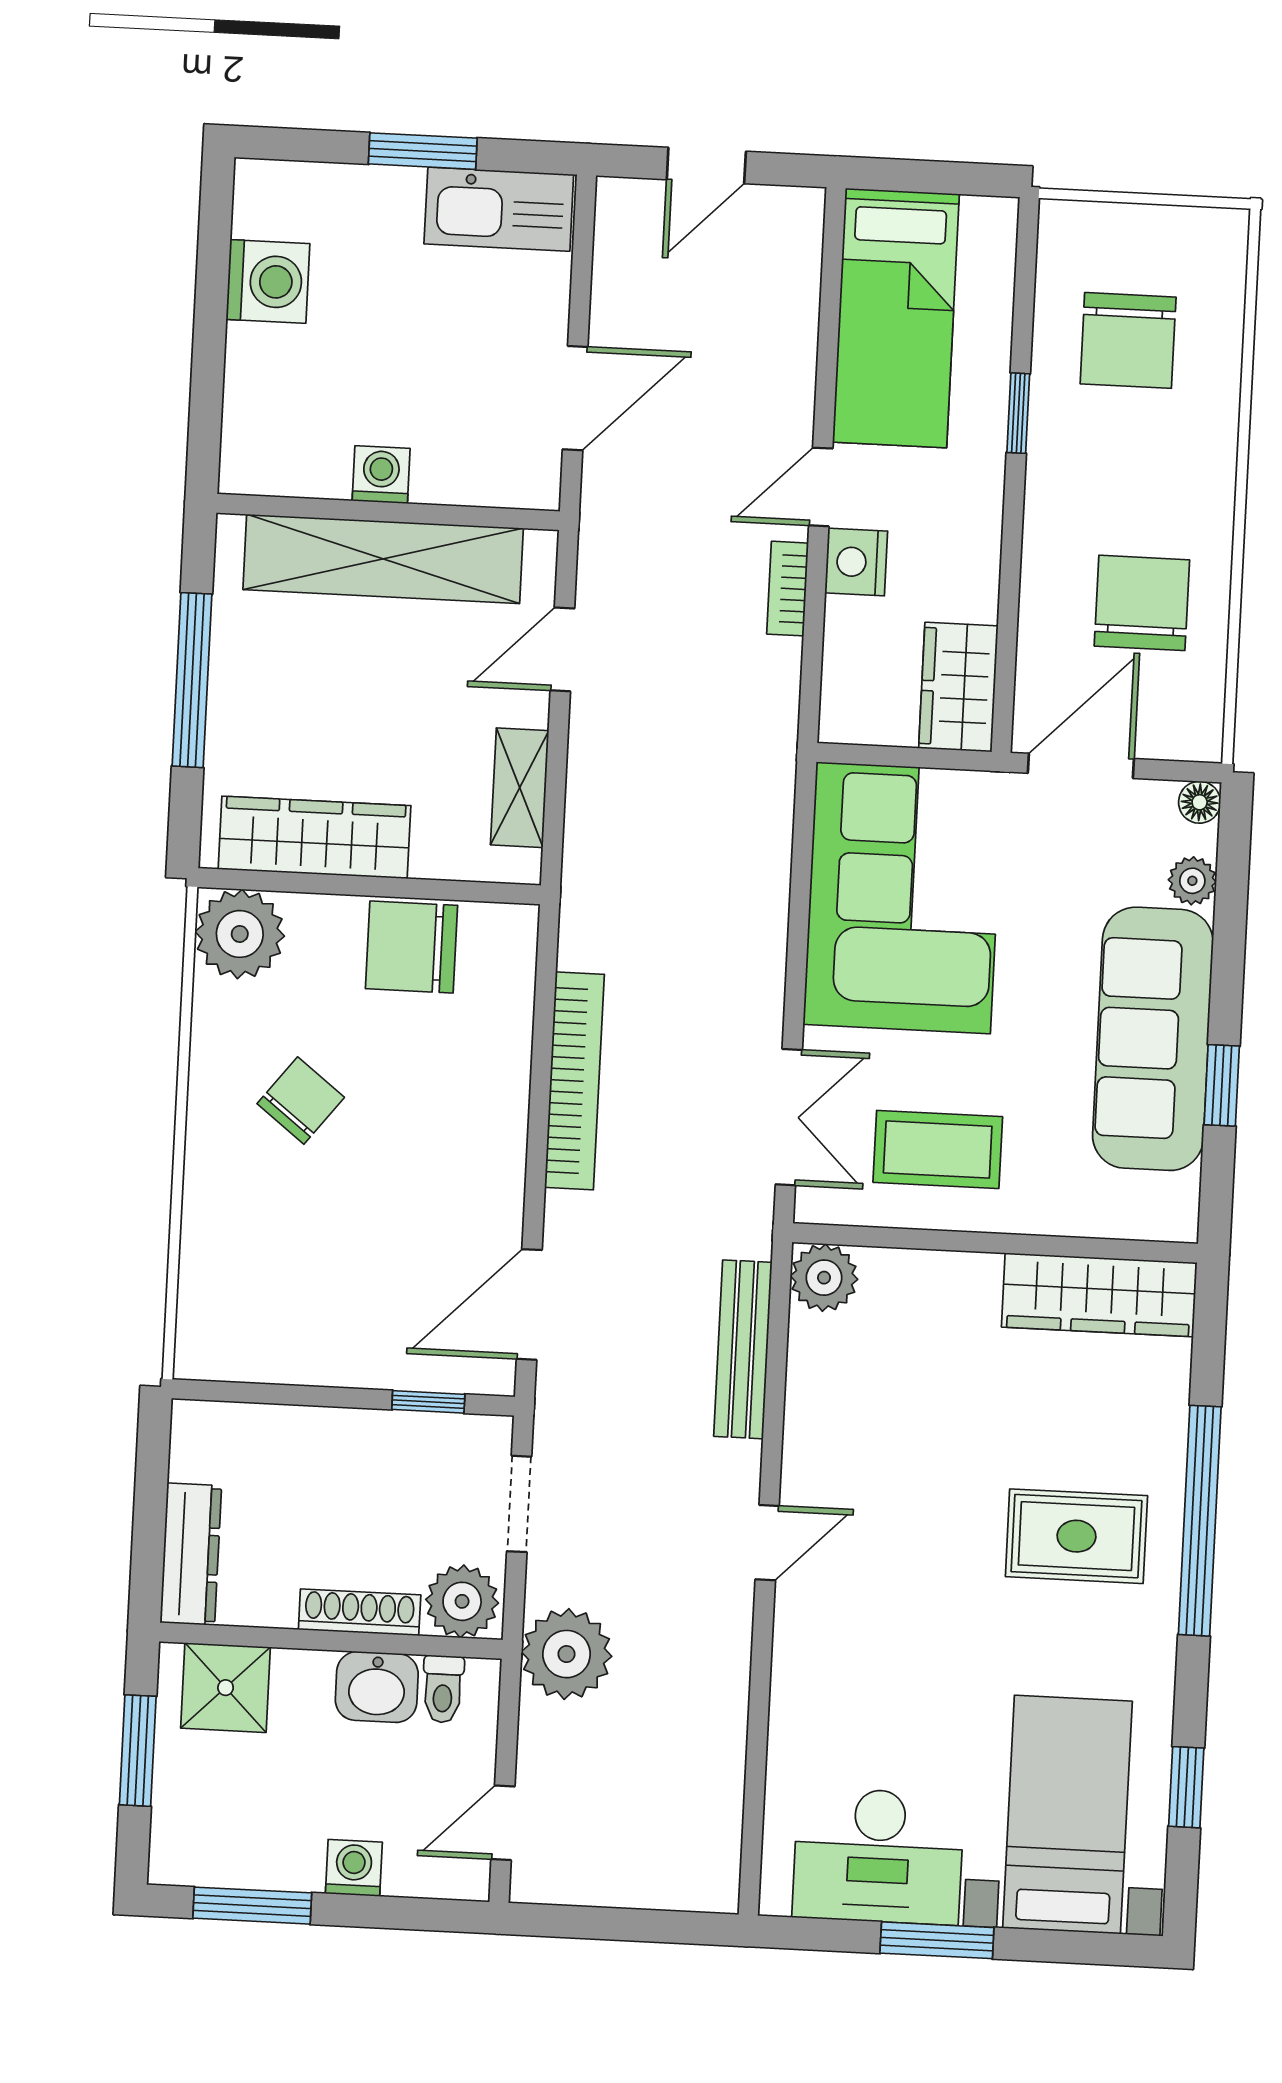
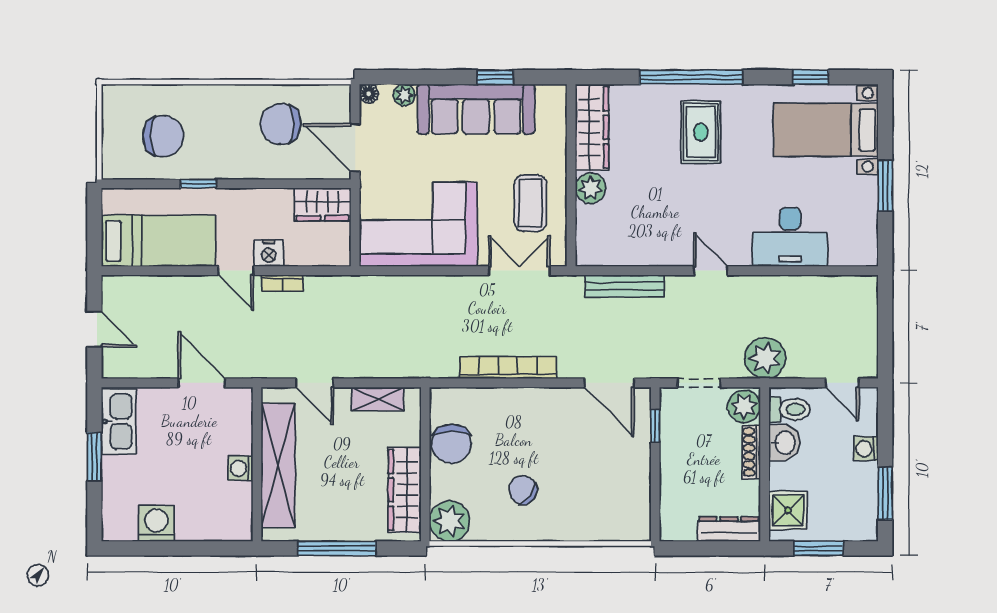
plant: (824, 1278) -> (591, 188), moved
toilet: (443, 1689) -> (790, 409), width x1.37, depth x1.39
desk: (878, 1856) -> (790, 237), moved, turned 90

